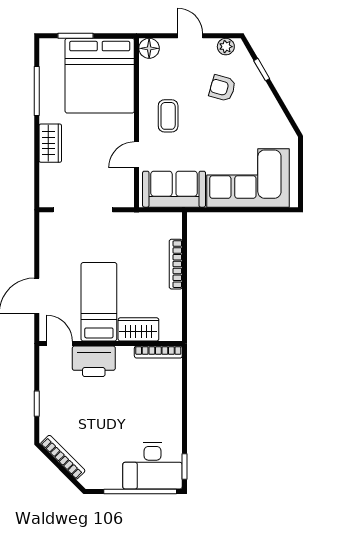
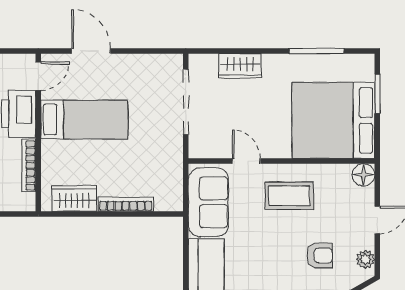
armchair: (222, 88) -> (320, 255), turned 74
coffee table: (168, 116) -> (289, 196), width x1.36, depth x1.30
wardrobe: (50, 143) -> (240, 66), moved
wardrobe: (138, 329) -> (74, 198), moved, turned -90
bookcase: (158, 352) -> (29, 165), moved

